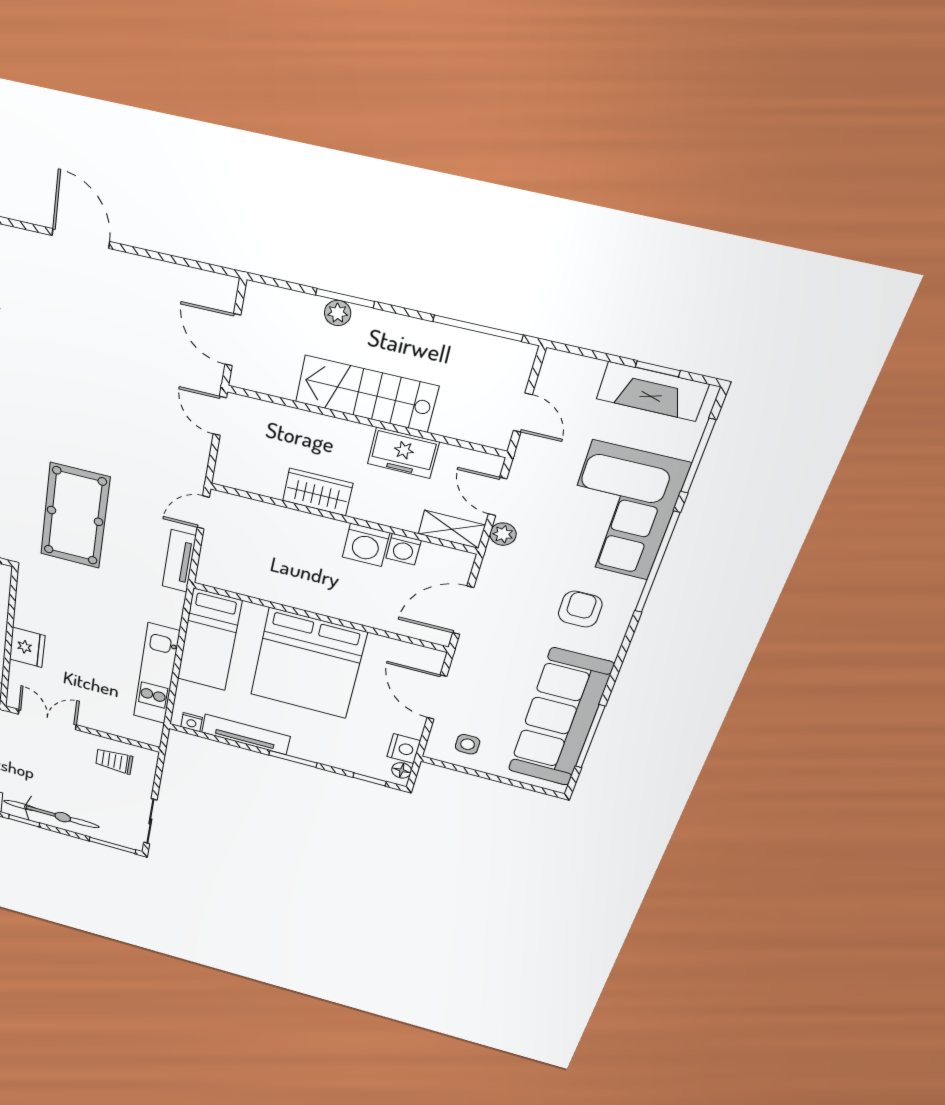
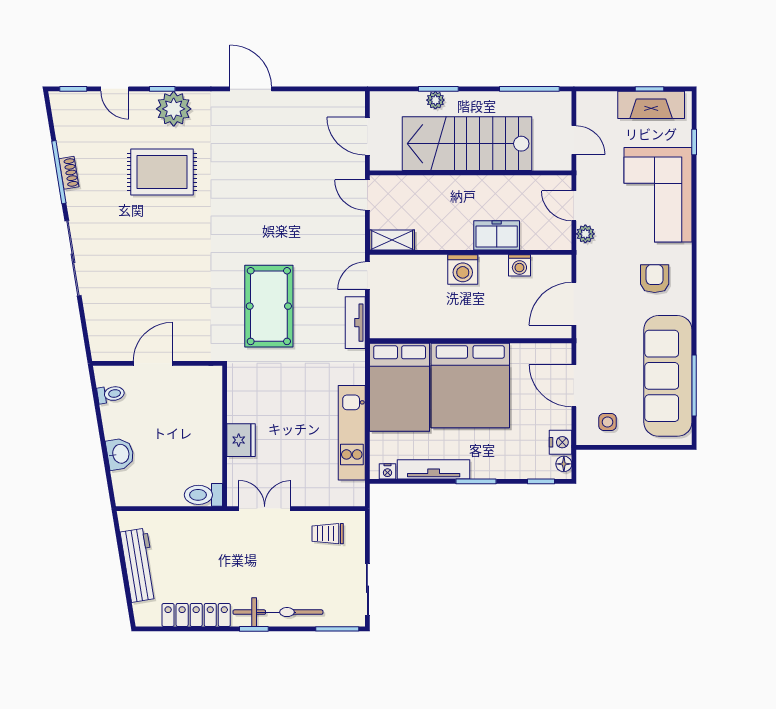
stairs: (366, 394) -> (467, 144), width x1.36, depth x1.51
freezer: (403, 453) -> (497, 235), moved, turned 180
window: (698, 456) -> (694, 142), width x0.46
wardrobe: (318, 492) -> (448, 236), removed
shelving: (452, 529) -> (392, 240), moved
washing machine: (366, 545) -> (463, 269), moved
window: (657, 563) -> (694, 227), removed
bed: (209, 640) -> (400, 387), width x1.50

